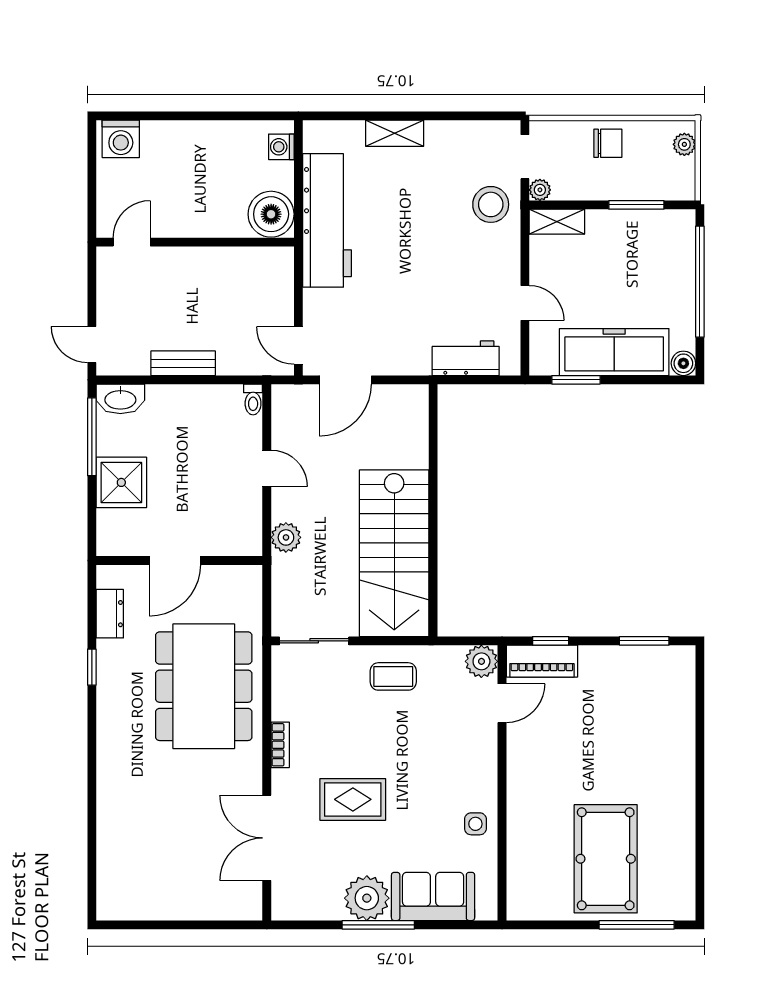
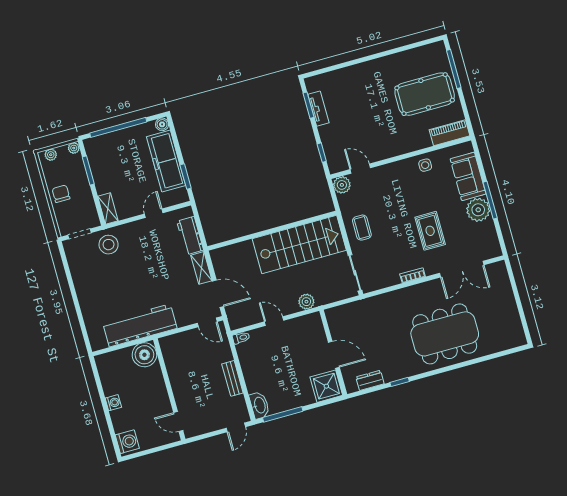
shelving: (395, 133) -> (201, 268), moved
washing machine: (281, 147) -> (113, 403), moved, turned -90
plant: (540, 190) -> (74, 148), moved
door: (298, 345) -> (207, 322), hinge flipped
door: (267, 468) -> (274, 321), hinge flipped
shower: (121, 482) -> (326, 386), moved
tv unit: (633, 657) -> (318, 109), added
piano: (542, 661) -> (450, 133), moved, turned -90
dining table: (204, 686) -> (445, 334), moved

